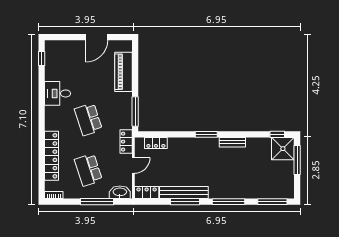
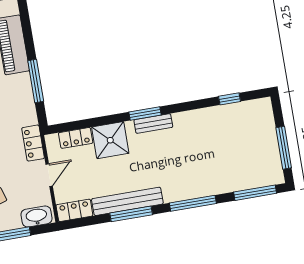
window: (135, 111) -> (36, 81), moved
window: (277, 134) -> (229, 99), moved
bench: (232, 142) -> (153, 124), moved
shower: (283, 149) -> (110, 140), moved
window: (297, 160) -> (284, 148), moved

